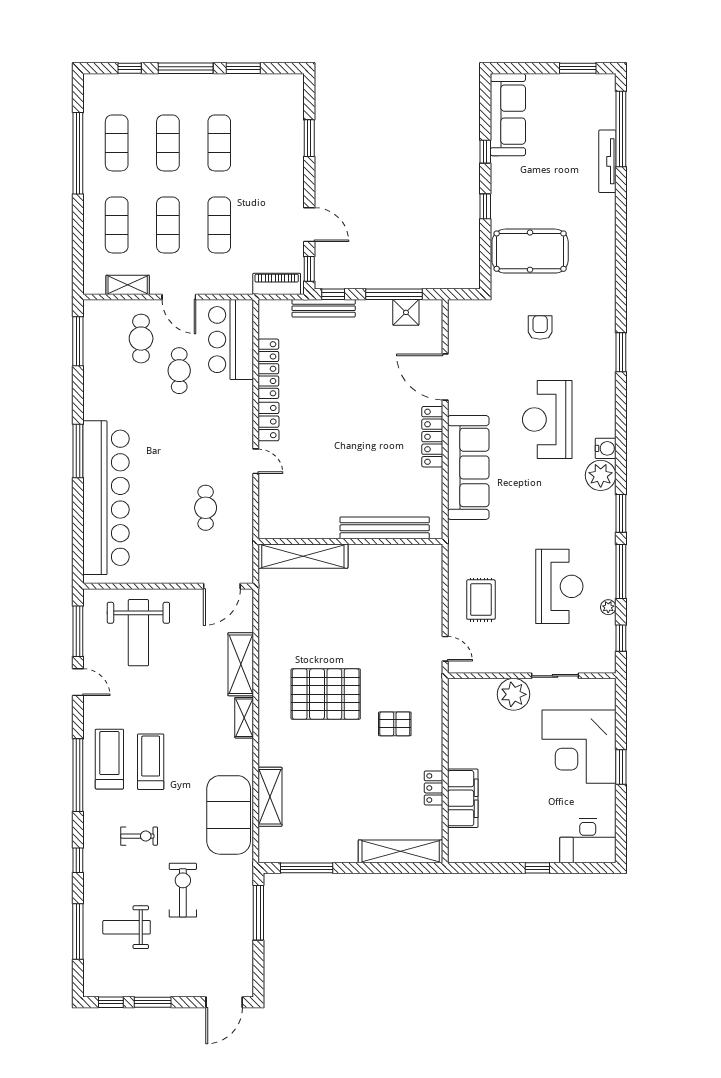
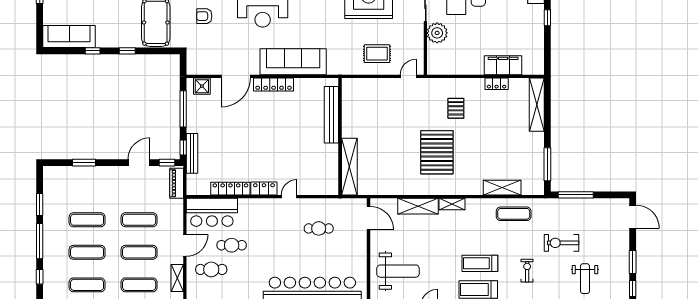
shower: (406, 312) -> (202, 86), moved
exercise mat: (229, 815) -> (514, 214), width x0.50, depth x0.69

